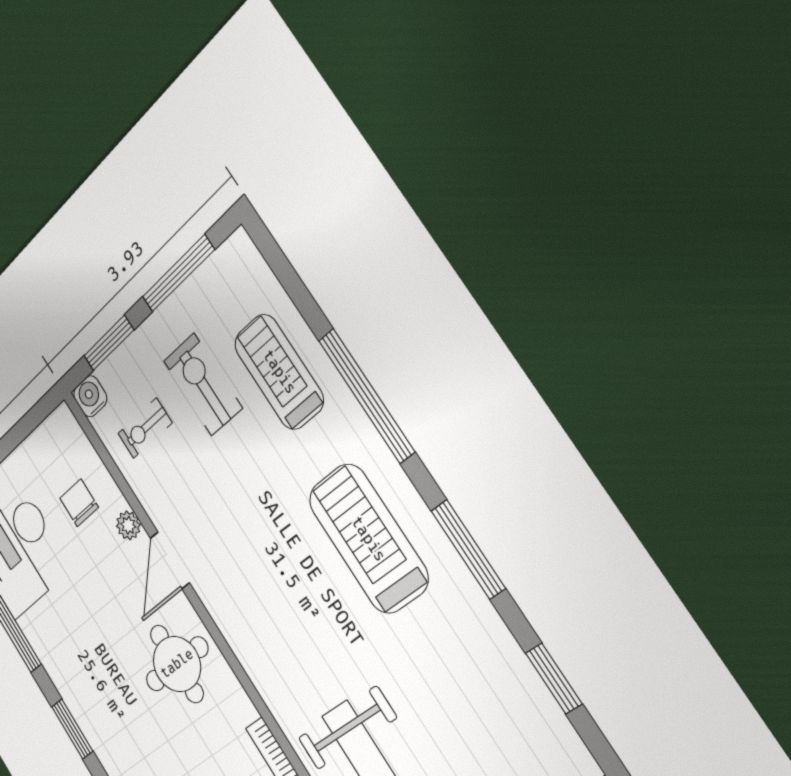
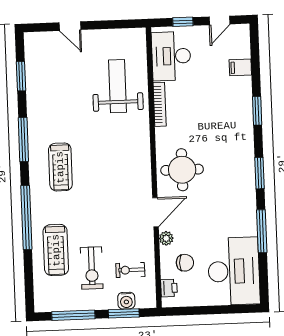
water cooler: (90, 396) -> (126, 301), moved
exercise bike: (145, 428) -> (130, 270), turned 180
printer: (75, 441) -> (169, 288), added
chair: (79, 503) -> (185, 263), turned -90
treadmill: (368, 539) -> (60, 167), width x0.73, depth x0.73

